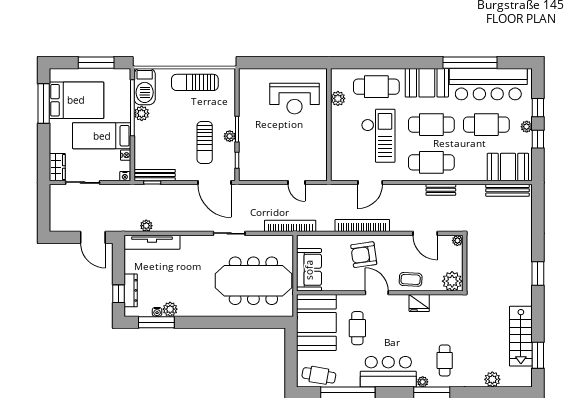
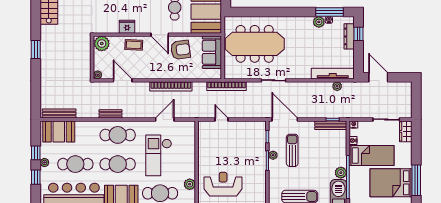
armchair: (364, 255) -> (180, 50), moved

